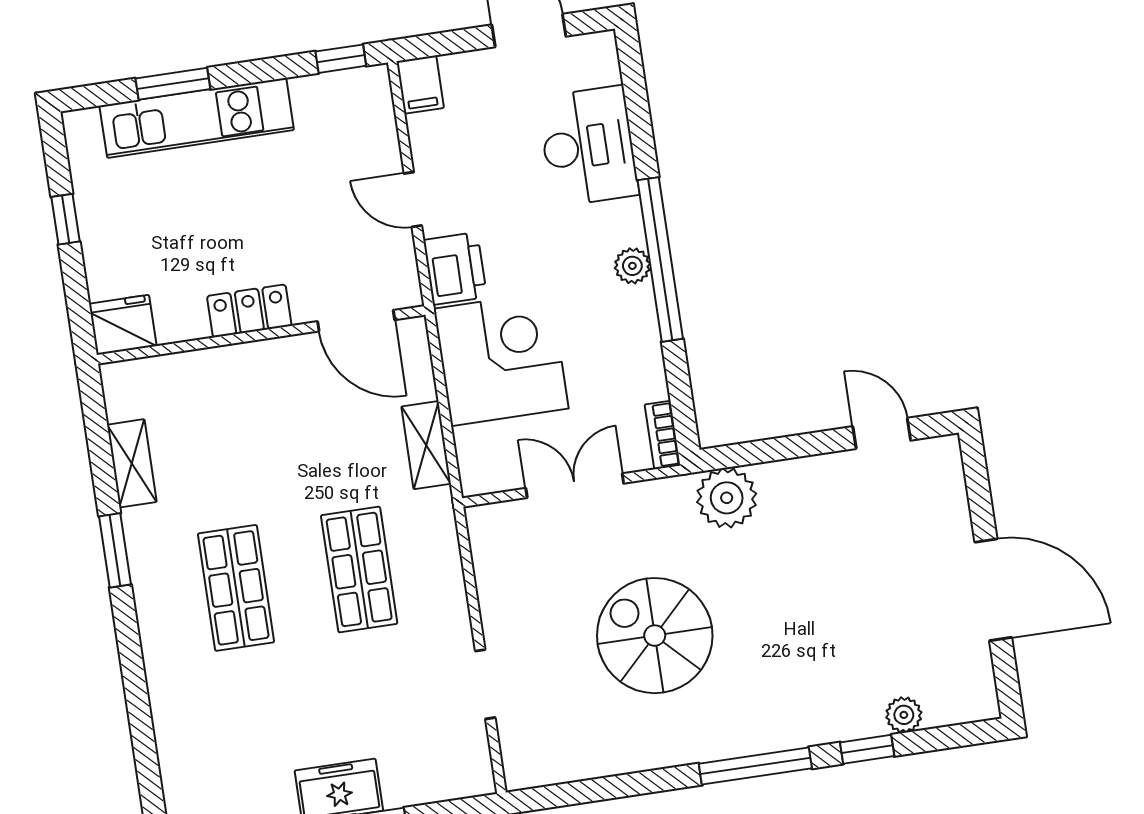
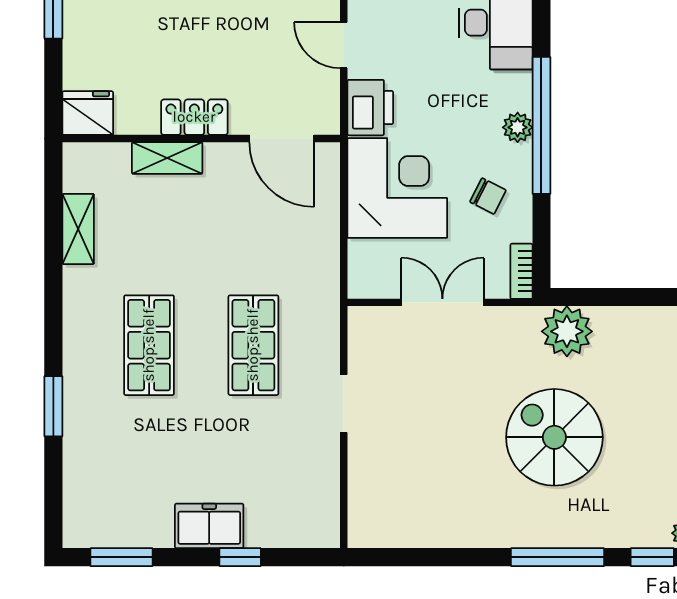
chair: (610, 352) -> (488, 196), added
shelving: (426, 445) -> (167, 158), moved, turned 90
window: (115, 550) -> (53, 406), moved
spiral stairs: (655, 636) -> (554, 437), moved
doorway: (485, 684) -> (344, 403), moved

